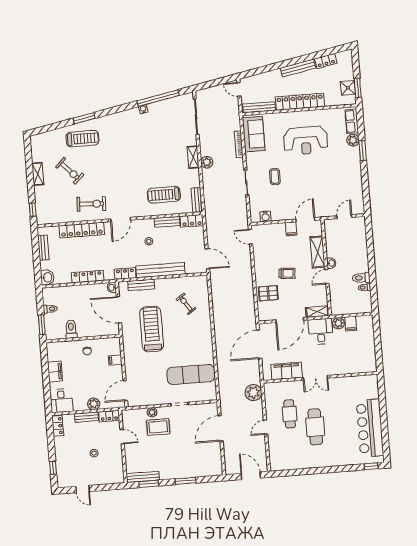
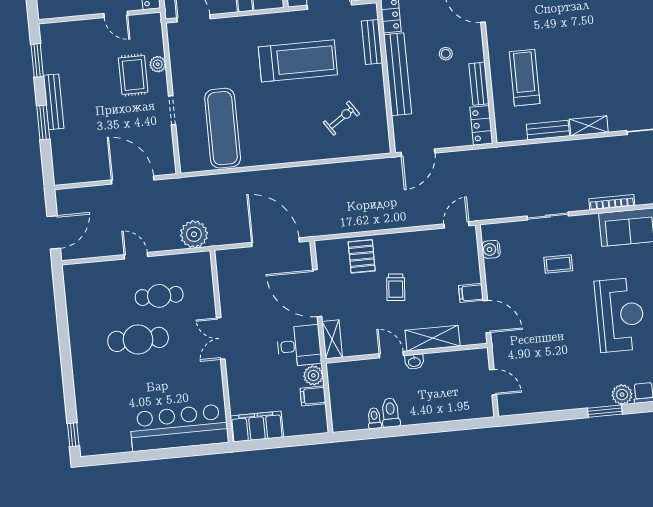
reception desk: (306, 141) -> (620, 315), turned 180
plant: (207, 162) -> (581, 149), removed
bench: (197, 200) -> (548, 130), moved
filing cabinet: (287, 371) -> (257, 427), moved, turned -90
bar counter: (370, 428) -> (179, 428), moved
door: (122, 437) -> (116, 14), hinge flipped
bench: (143, 477) -> (54, 102), moved

